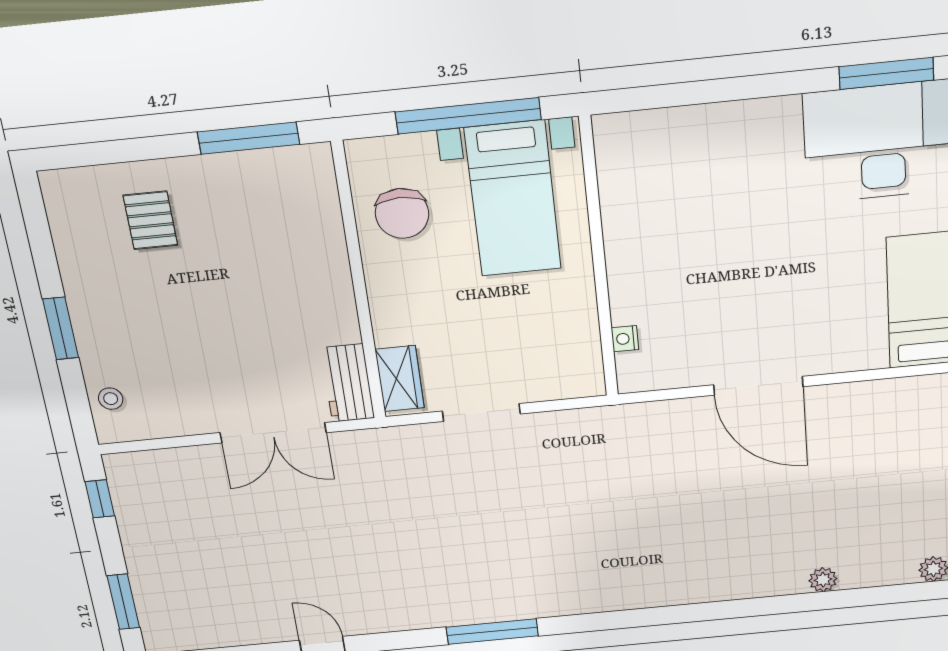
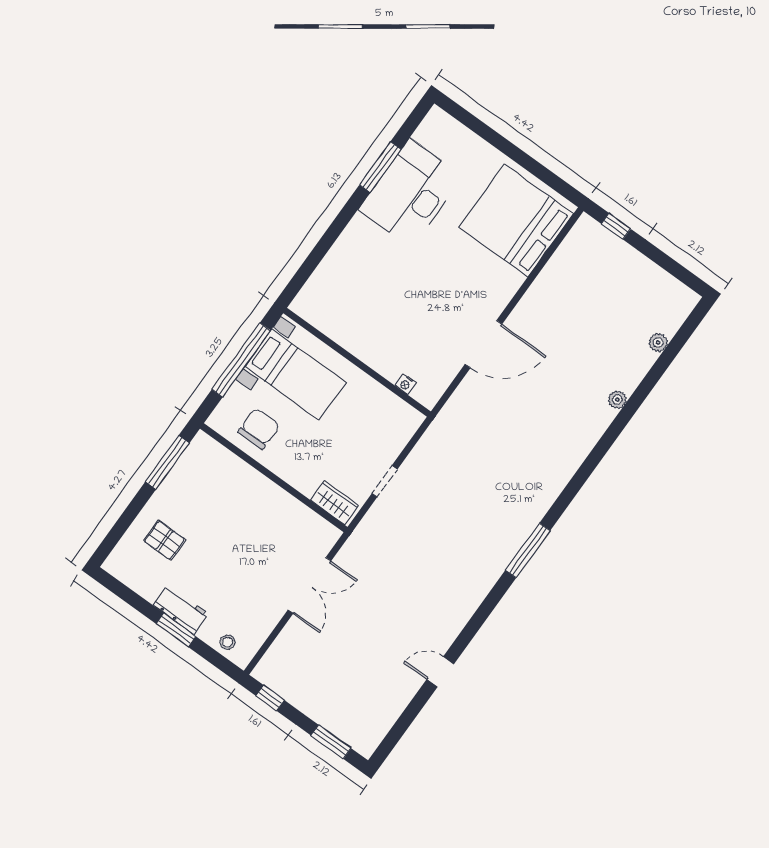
chair: (402, 213) -> (259, 429), turned -90
workbench: (348, 383) -> (181, 609), moved, turned 180
doorway: (481, 413) -> (385, 481), width x0.73
window: (492, 631) -> (528, 550), moved

